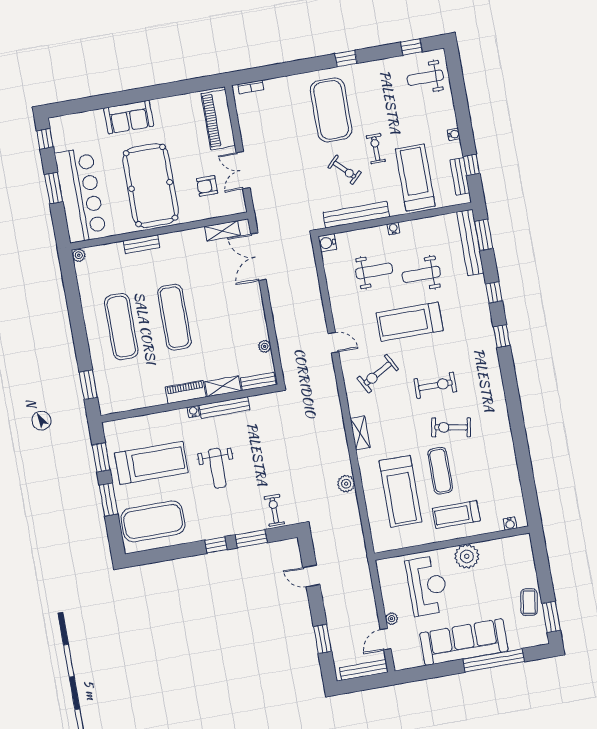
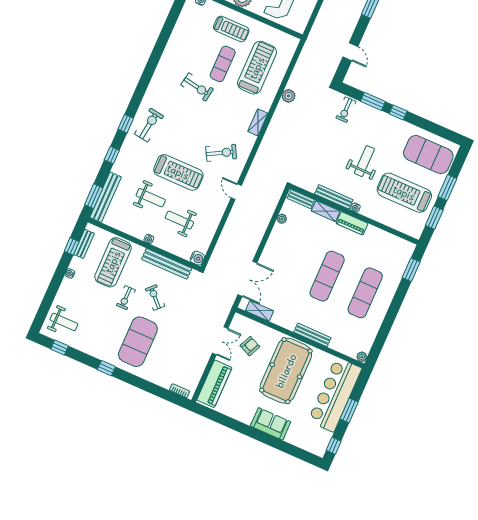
armchair: (207, 186) -> (250, 346), turned -66
bench: (141, 244) -> (312, 335), width x1.36
exercise bike: (435, 385) -> (149, 125), moved, turned 98

